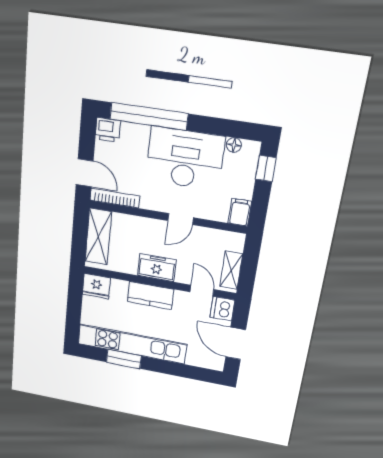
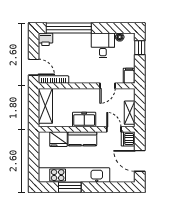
desk: (185, 159) -> (103, 45), width x0.53, depth x0.77
door: (181, 219) -> (108, 86), moved
fridge: (96, 286) -> (58, 139), moved

